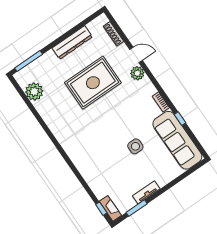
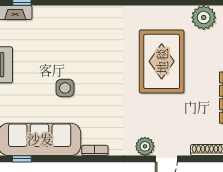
rug: (93, 83) -> (162, 61), moved
window: (180, 119) -> (22, 159), moved

